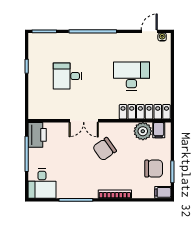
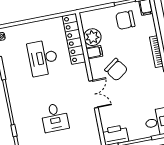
filing cabinet: (159, 130) -> (94, 52), moved
chair: (154, 169) -> (125, 20), turned -90

